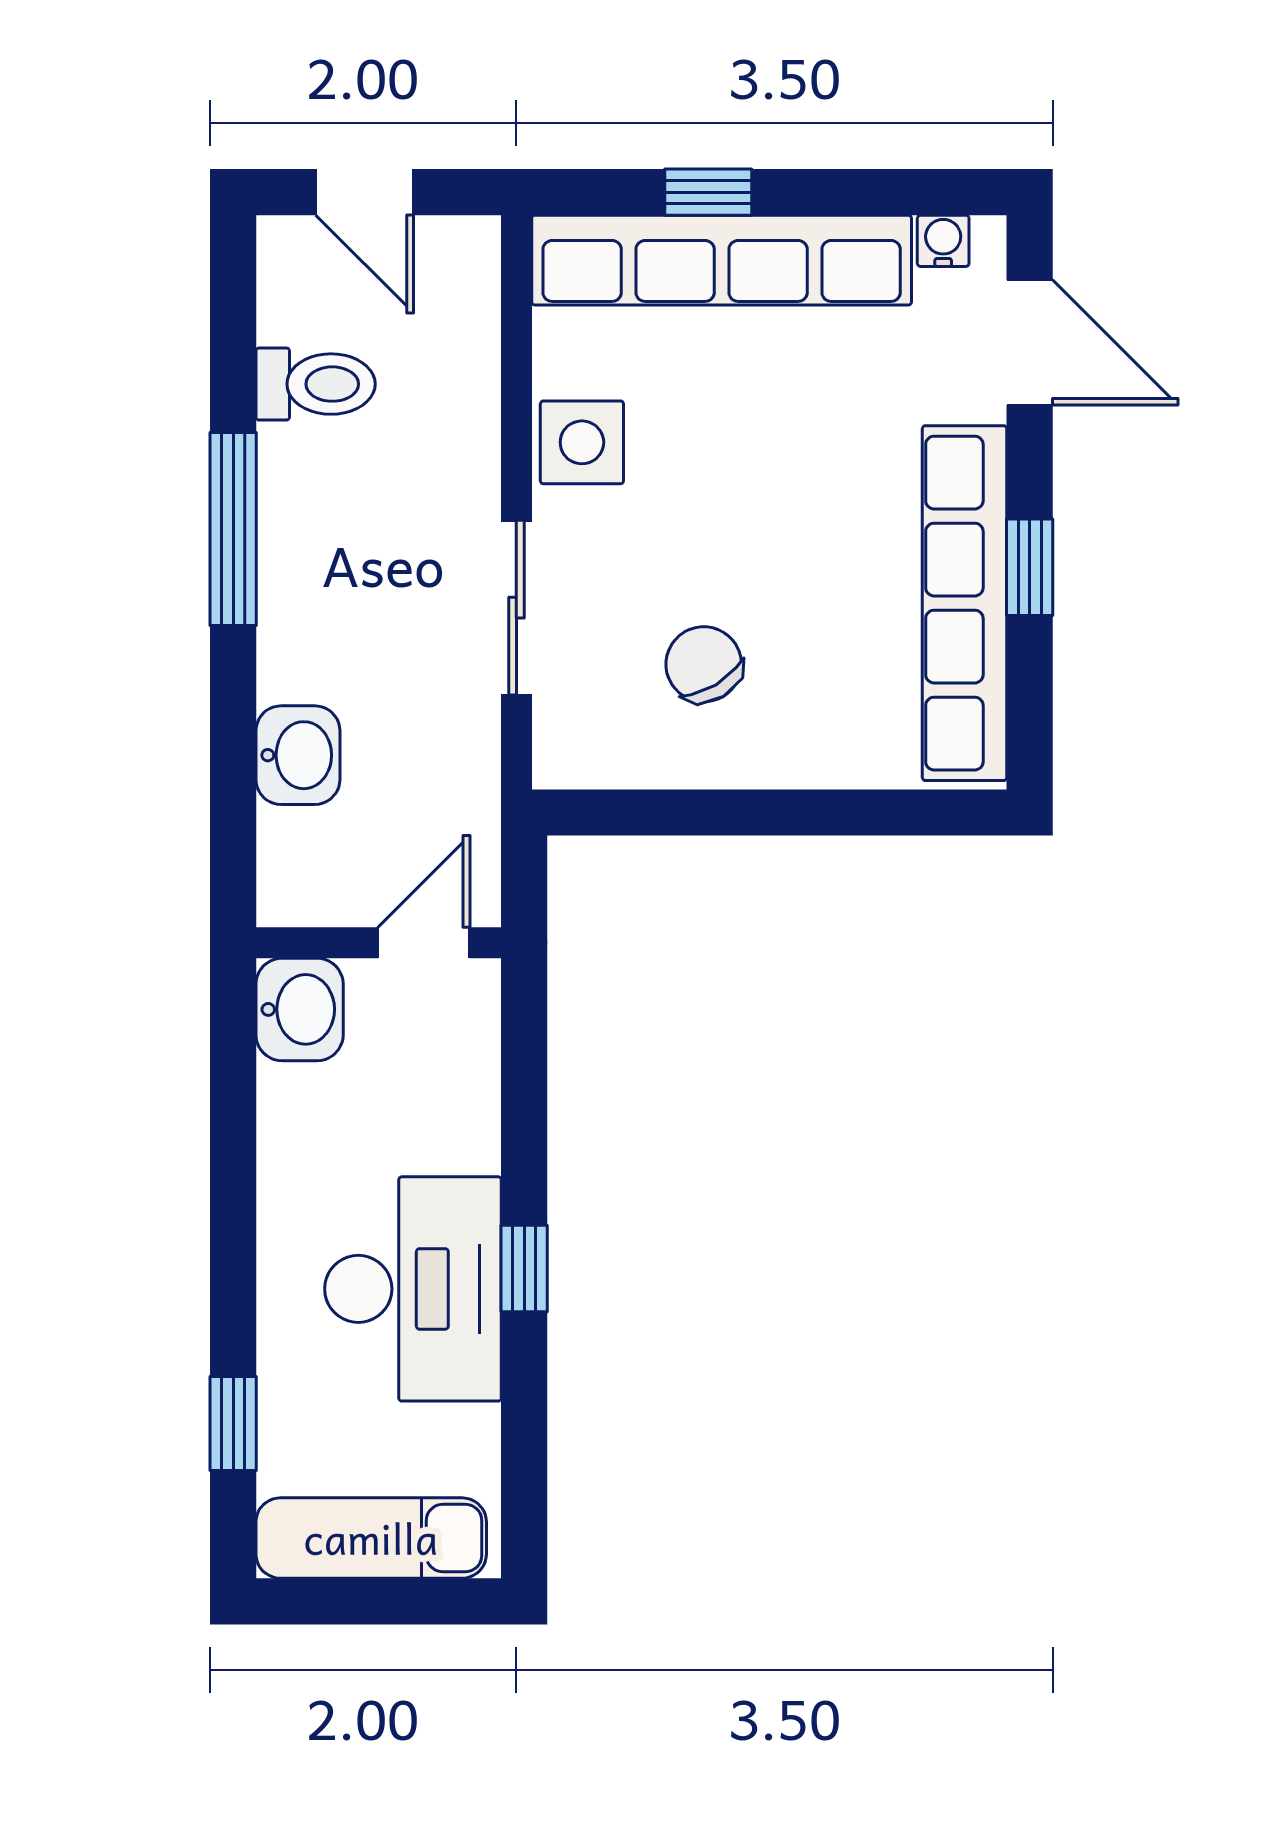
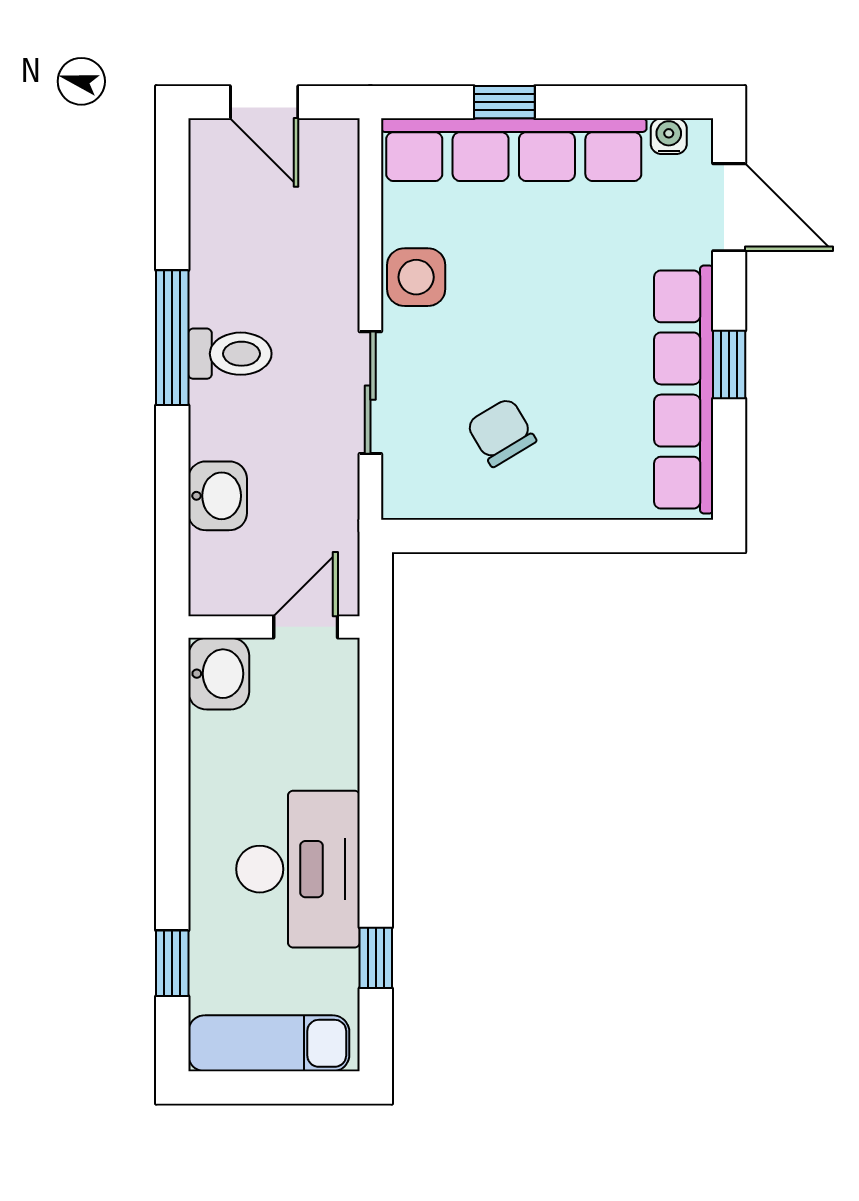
toilet: (316, 384) -> (230, 354), moved
window: (524, 1268) -> (376, 958), moved

